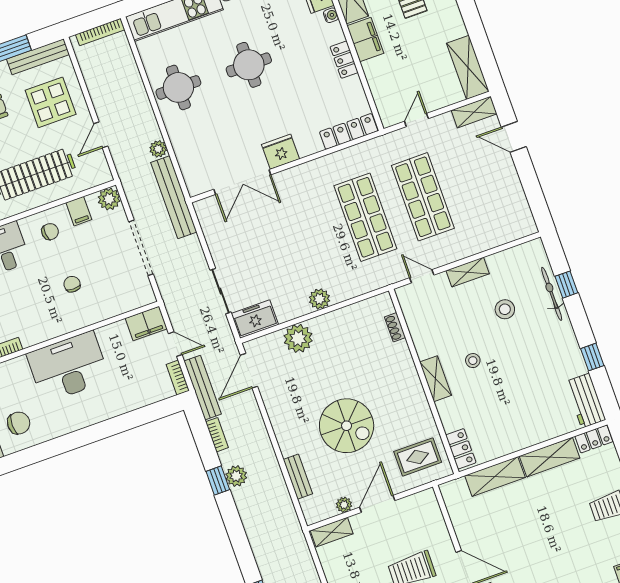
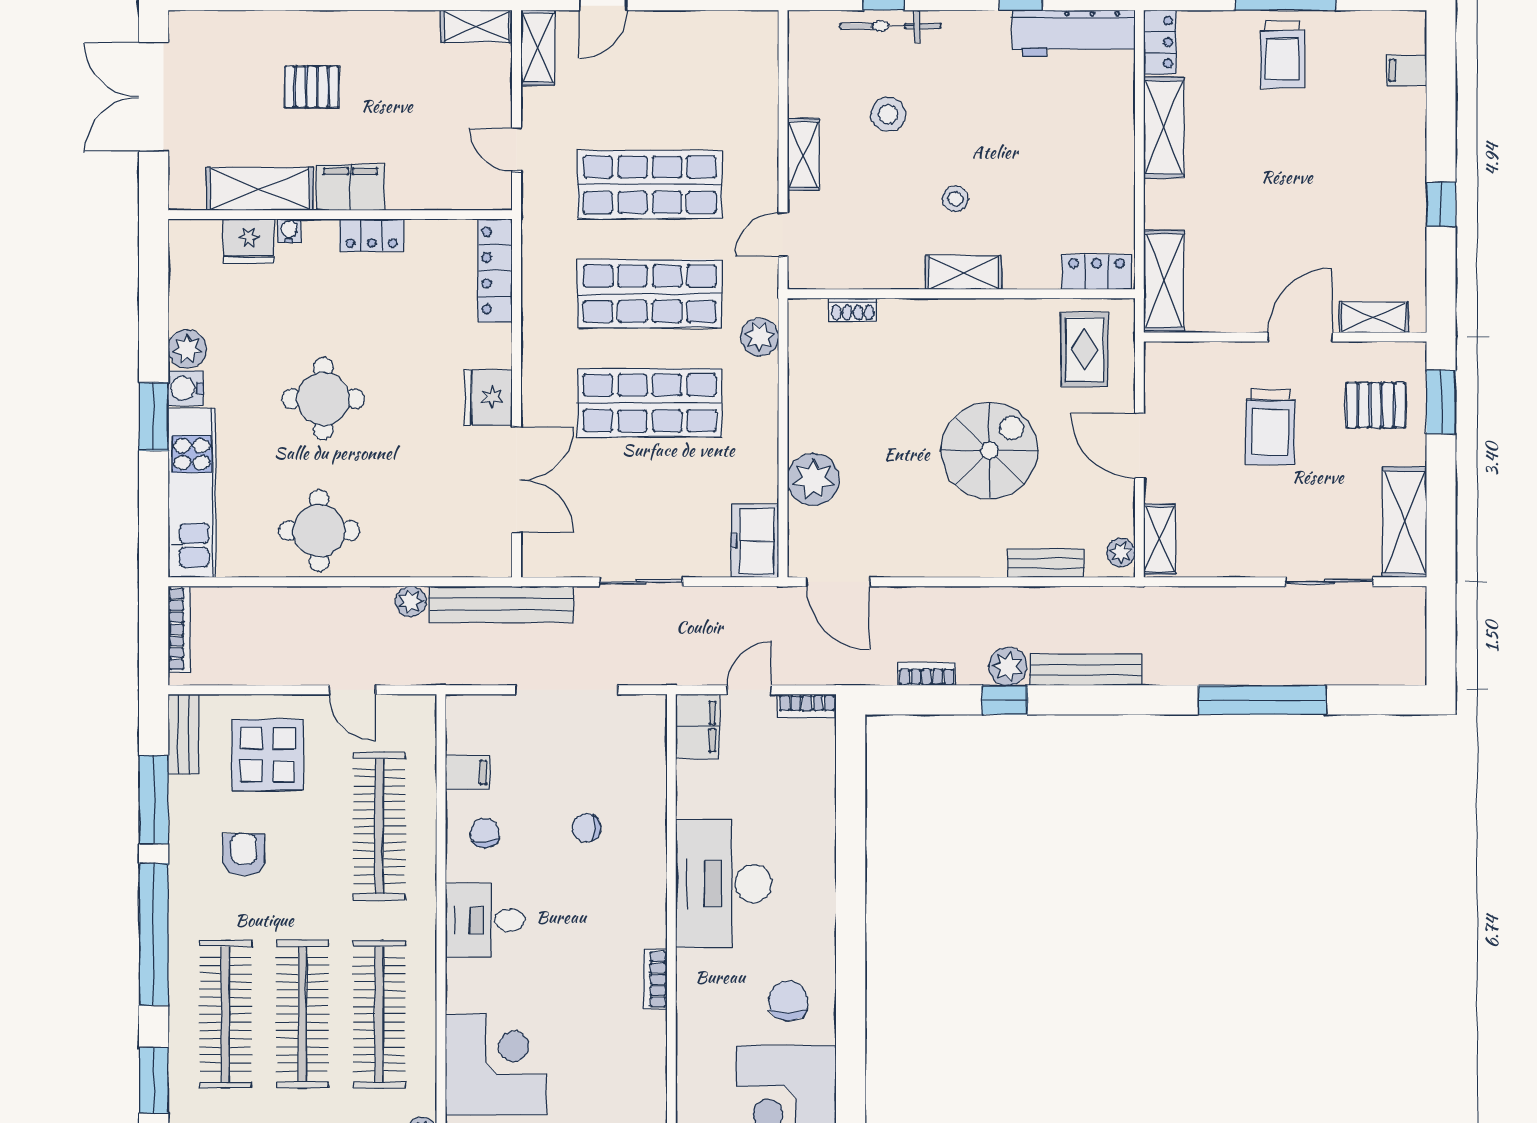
bench: (38, 57) -> (183, 734), width x0.73
shelving: (468, 67) -> (477, 26), width x0.67, depth x0.75
plant: (109, 199) -> (465, 714), removed
shop shelf: (308, 238) -> (650, 403), added
sliding door: (221, 291) -> (641, 582), moved
plant: (319, 299) -> (760, 337), moved
bench: (203, 388) -> (1086, 670), moved
workbench: (585, 401) -> (1074, 33), width x1.38
shelving: (495, 477) -> (1164, 281), moved
plant: (344, 505) -> (1121, 552), moved

